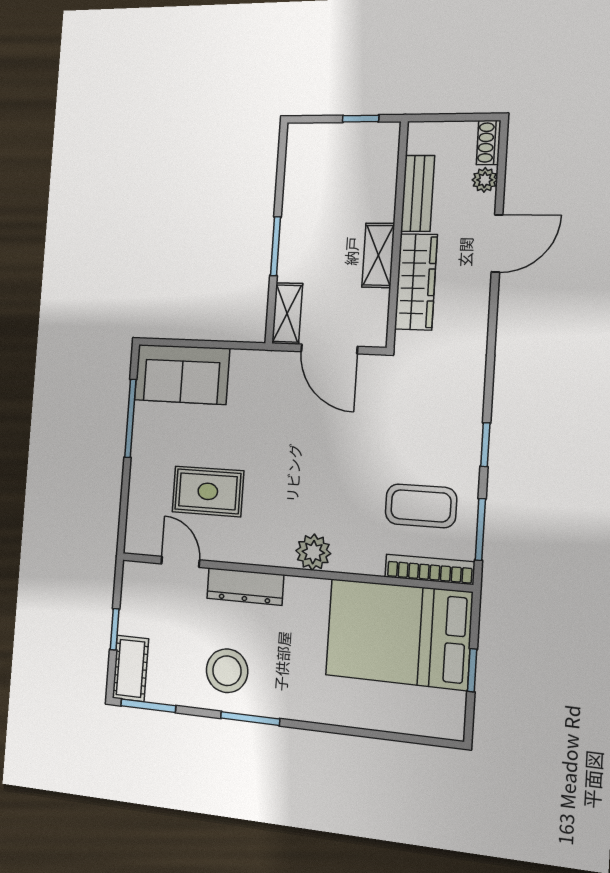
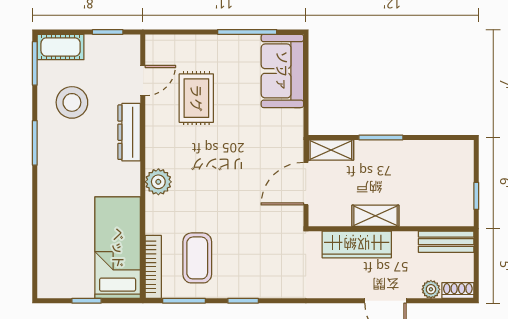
bench: (418, 193) -> (446, 242), moved
window: (115, 629) -> (108, 32), moved
bed: (398, 634) -> (118, 248), width x0.67
stool: (227, 671) -> (72, 102), moved

